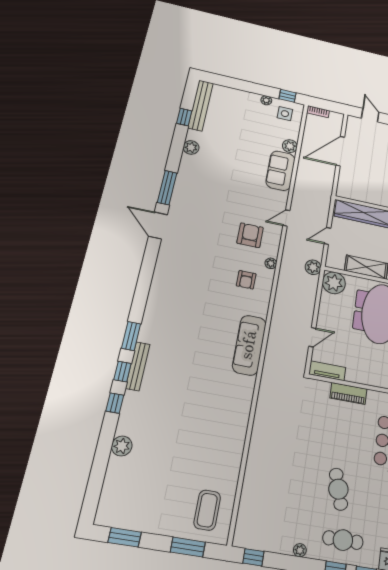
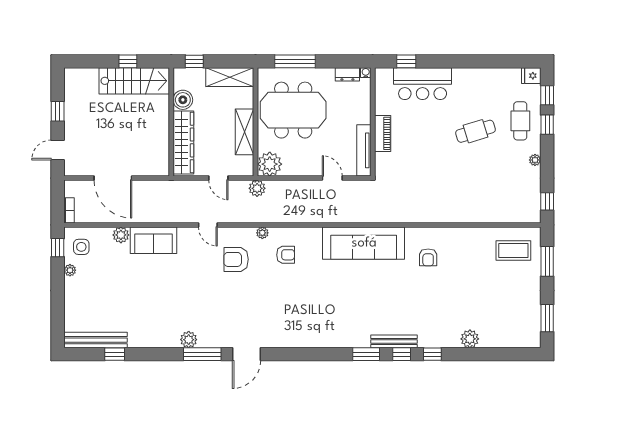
plant: (191, 147) -> (189, 340), moved
sofa: (249, 345) -> (364, 243), width x1.36, depth x1.27
tv unit: (327, 371) -> (364, 150), width x1.41
armchair: (217, 417) -> (428, 257), added

